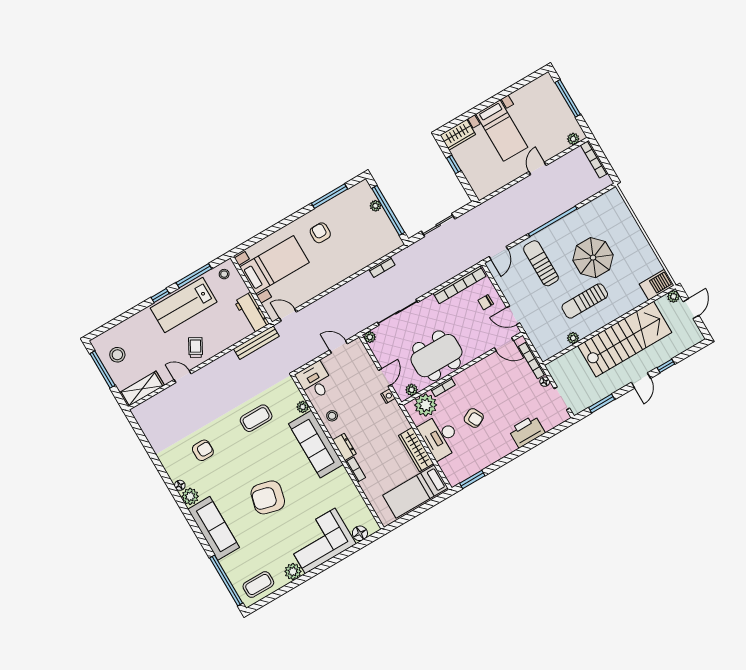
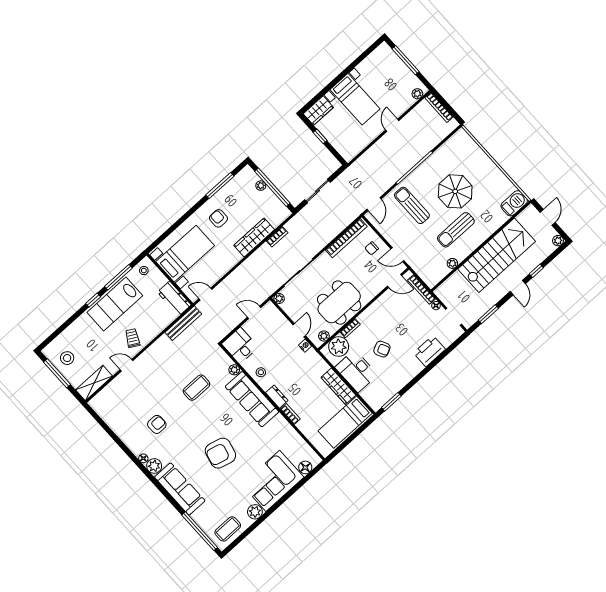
wardrobe: (356, 263) -> (254, 237), added
plant: (673, 296) -> (558, 241), moved

